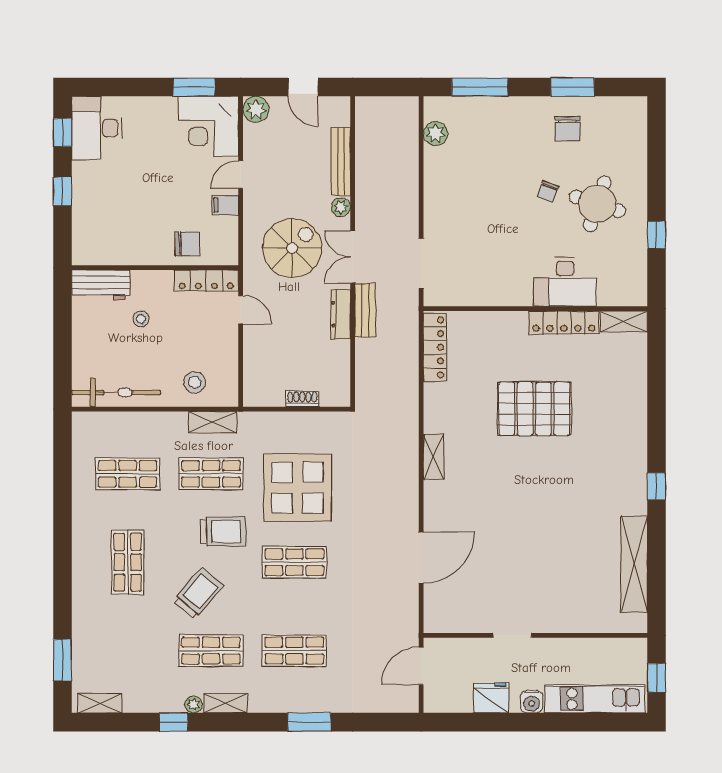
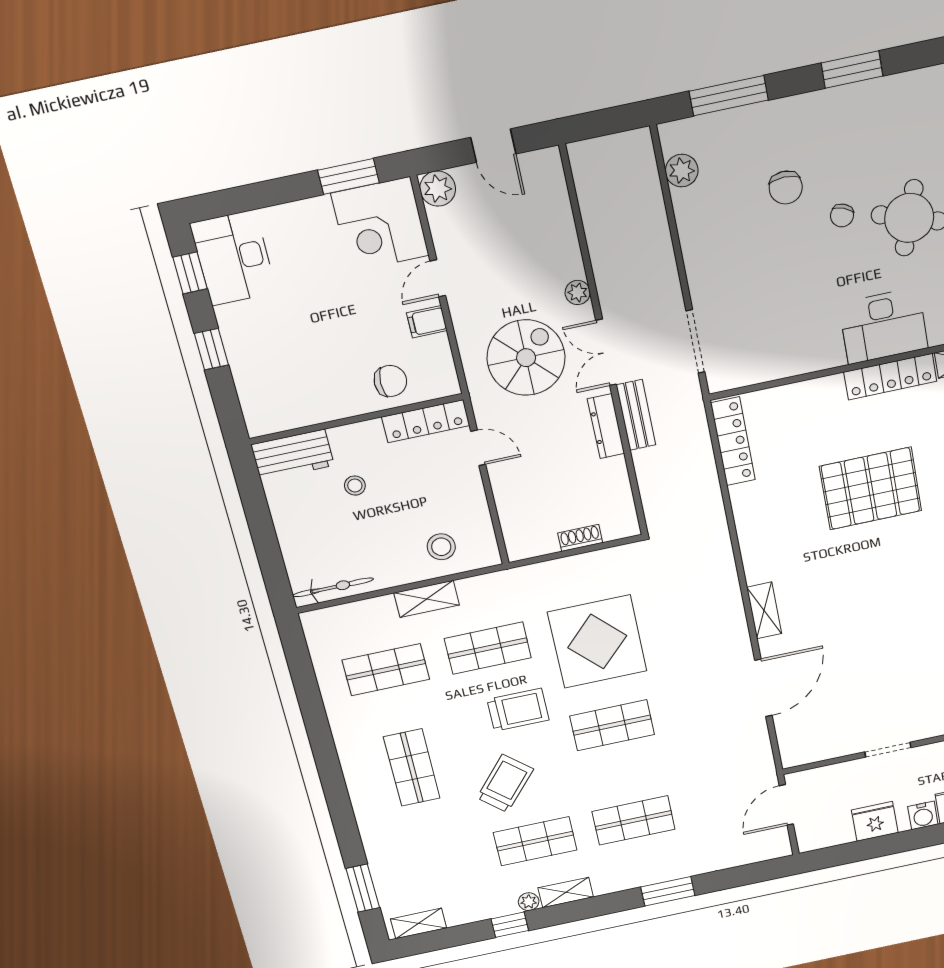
chair: (567, 129) -> (786, 188), moved
bench: (341, 162) -> (565, 234), removed
bicycle: (116, 392) -> (333, 587), width x0.73, depth x0.71
shelving: (213, 422) -> (427, 599), moved
shelving: (434, 457) -> (764, 610), moved

